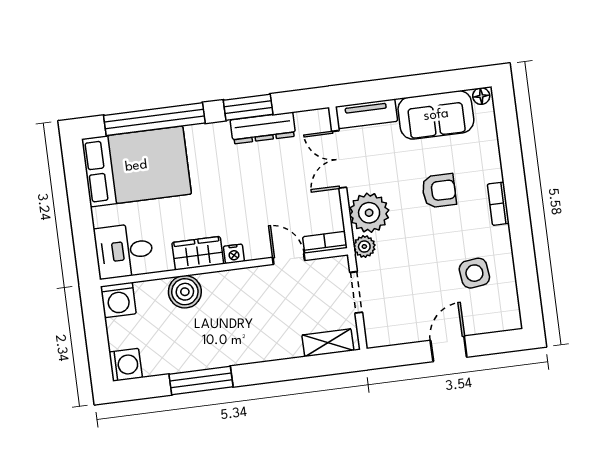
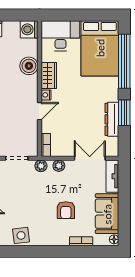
bookcase: (498, 204) -> (81, 241), moved
plant: (369, 213) -> (59, 166), width x0.53, depth x0.53
desk: (124, 251) -> (60, 36), width x1.37
door: (289, 259) -> (39, 111), moved
side table: (474, 273) -> (21, 235), moved

